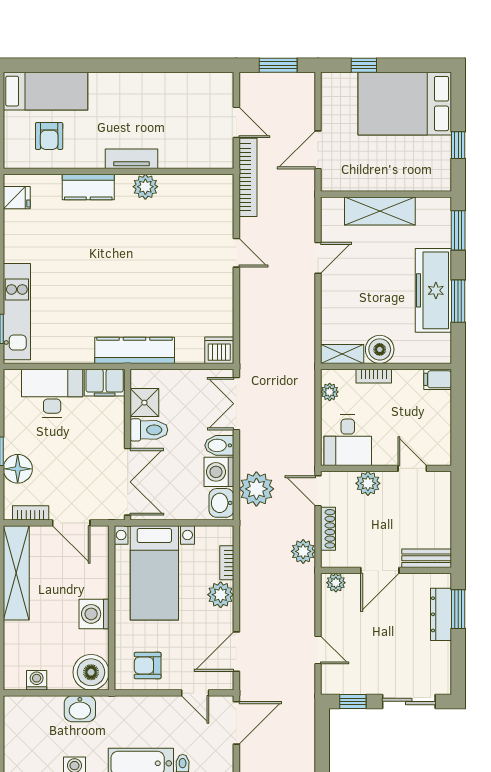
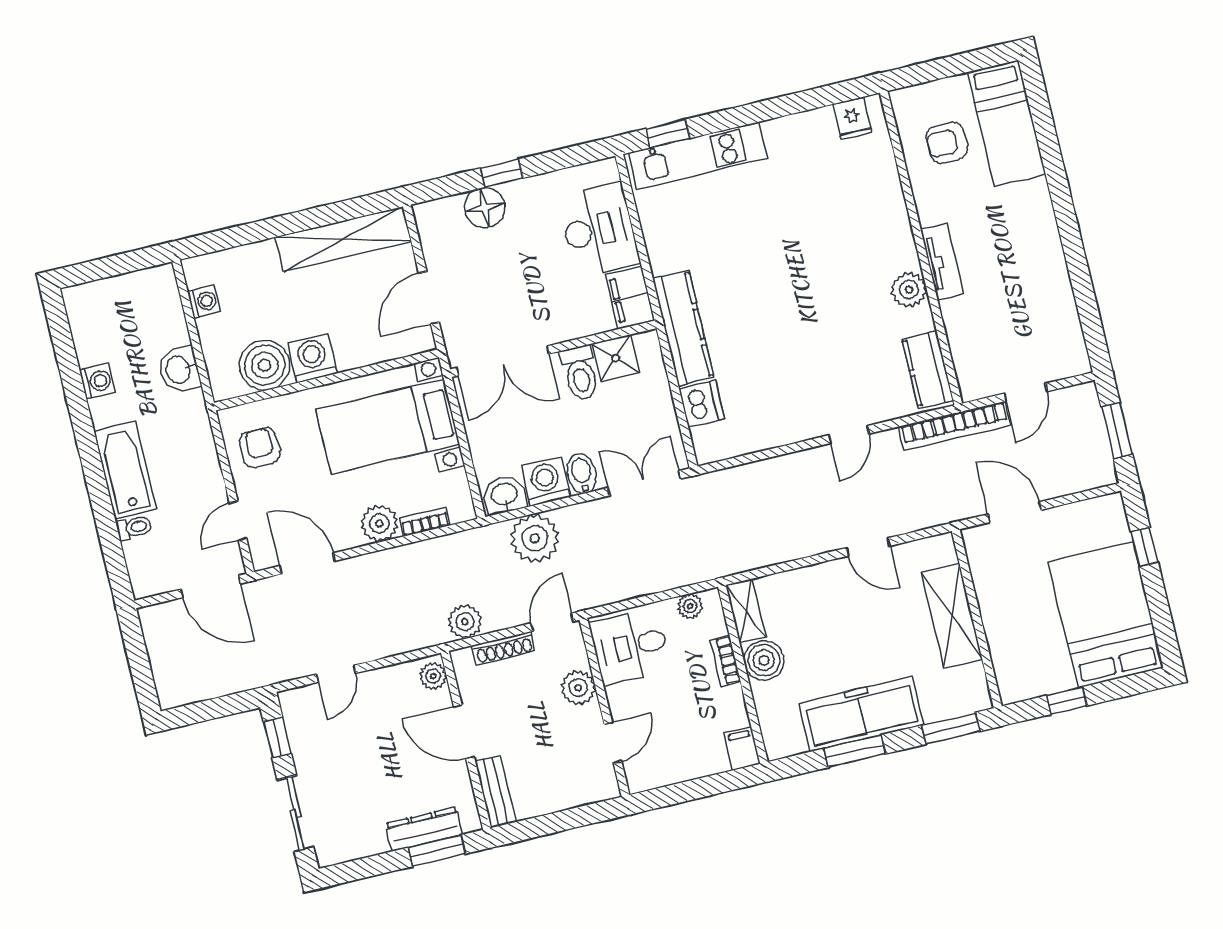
kitchen counter: (88, 187) -> (928, 370), moved
dishwasher: (219, 350) -> (702, 404), moved
bookcase: (31, 513) -> (429, 239), removed
boiler: (91, 672) -> (265, 365), moved

